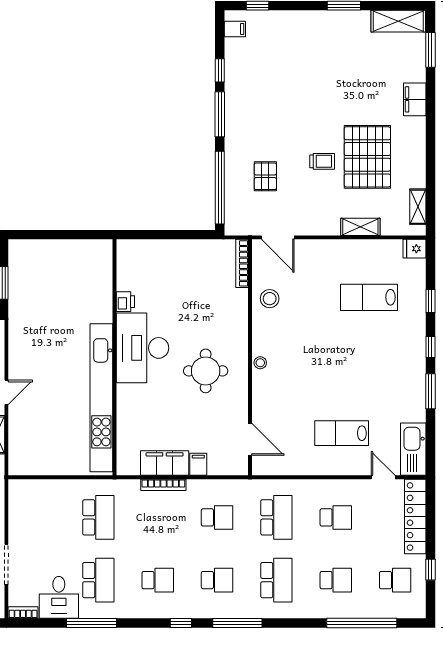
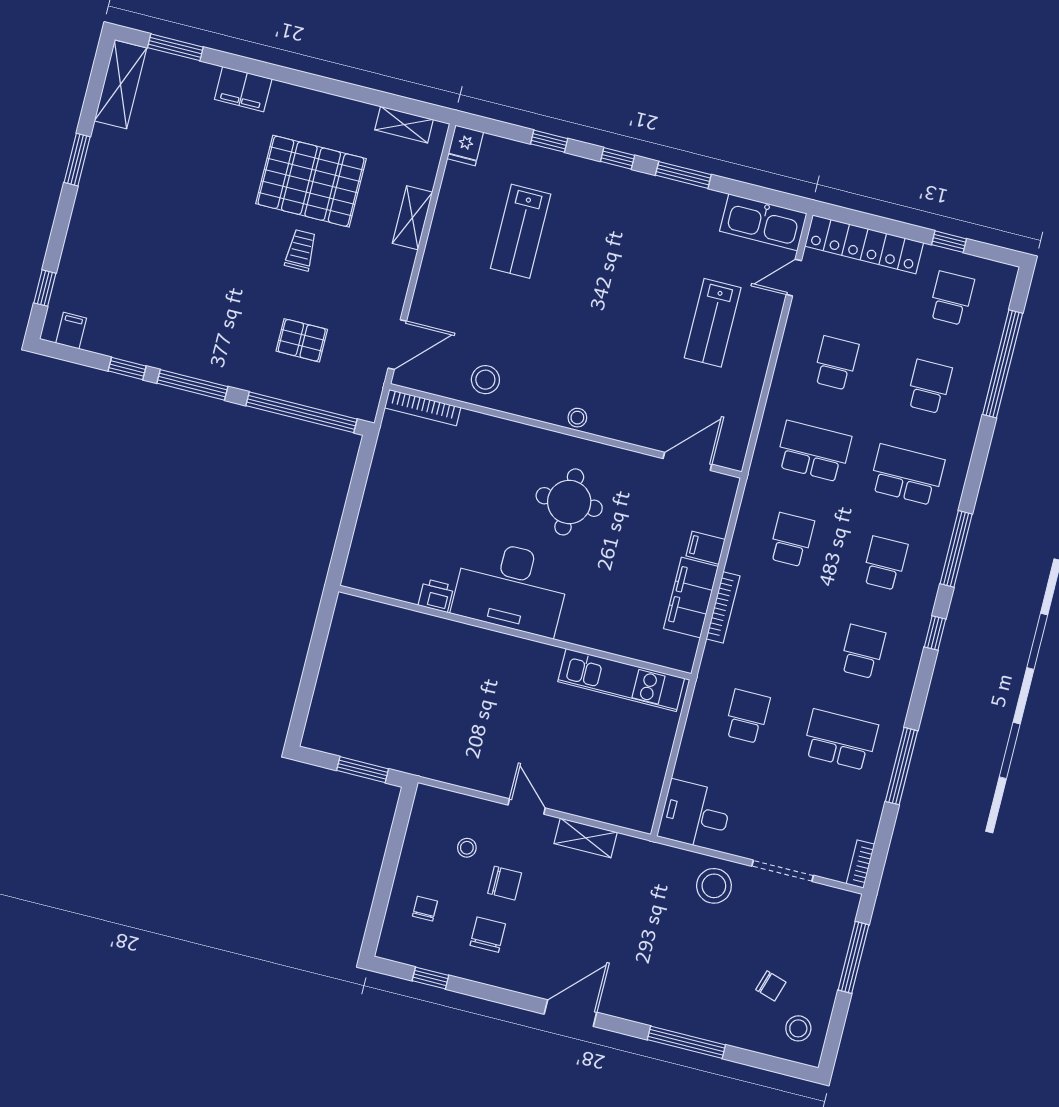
kitchen unit: (101, 398) -> (621, 680), width x0.54
school desk: (98, 517) -> (747, 716), width x0.54
desk: (59, 597) -> (695, 815), moved, turned 180

